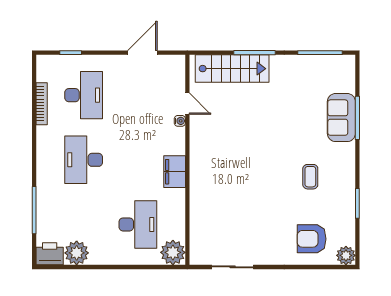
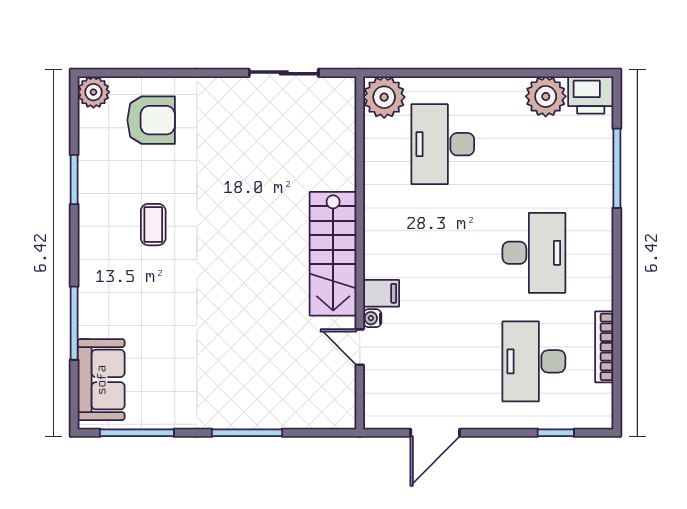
stairs: (232, 69) -> (333, 254), moved, turned -90
sofa: (341, 118) -> (101, 380), moved
filing cabinet: (175, 172) -> (381, 293), moved, width x0.50

